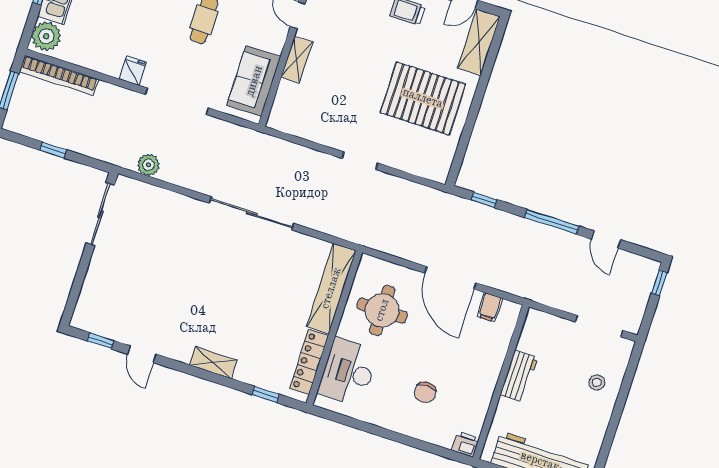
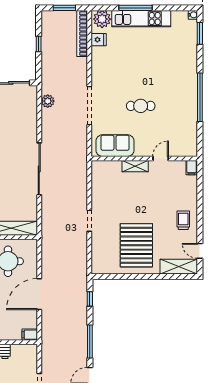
fridge: (133, 70) -> (99, 40), moved
filing cabinet: (490, 307) -> (30, 335), moved

